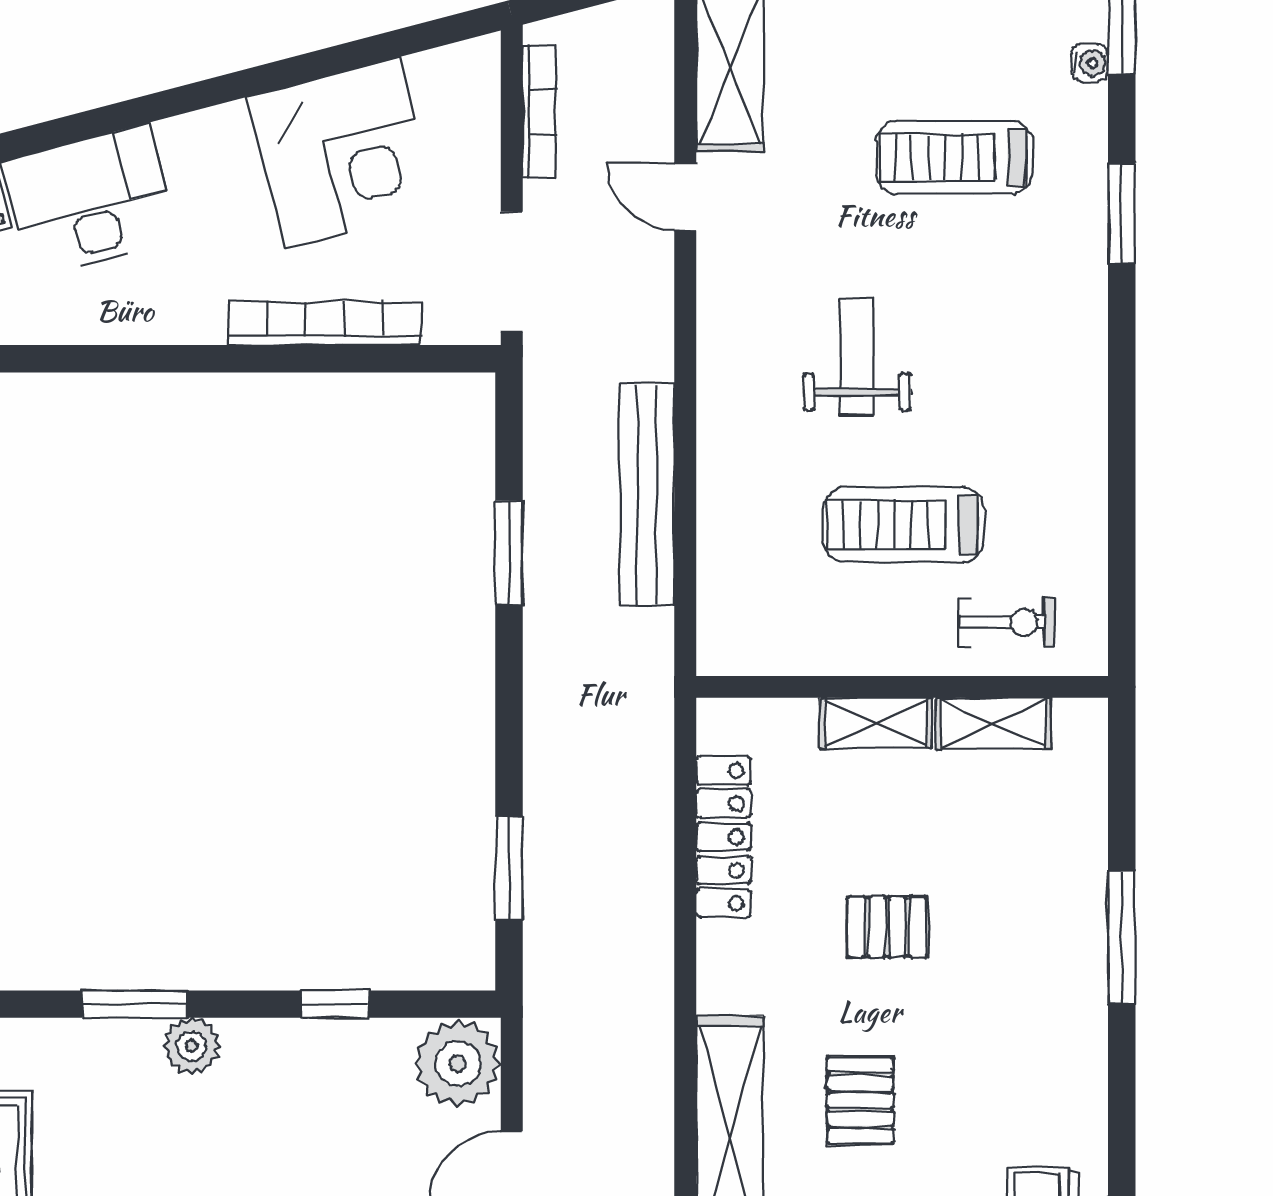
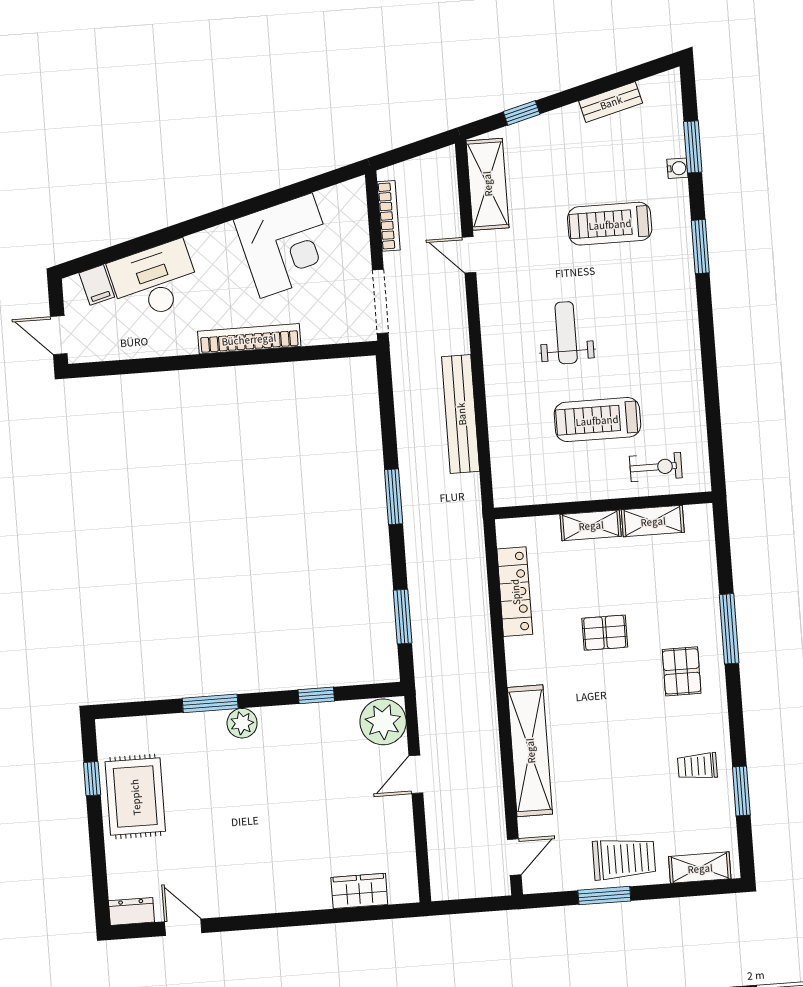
bookcase: (325, 323) -> (249, 339), moved
window: (509, 553) -> (394, 497), moved
pallet: (860, 1100) -> (682, 671), moved

